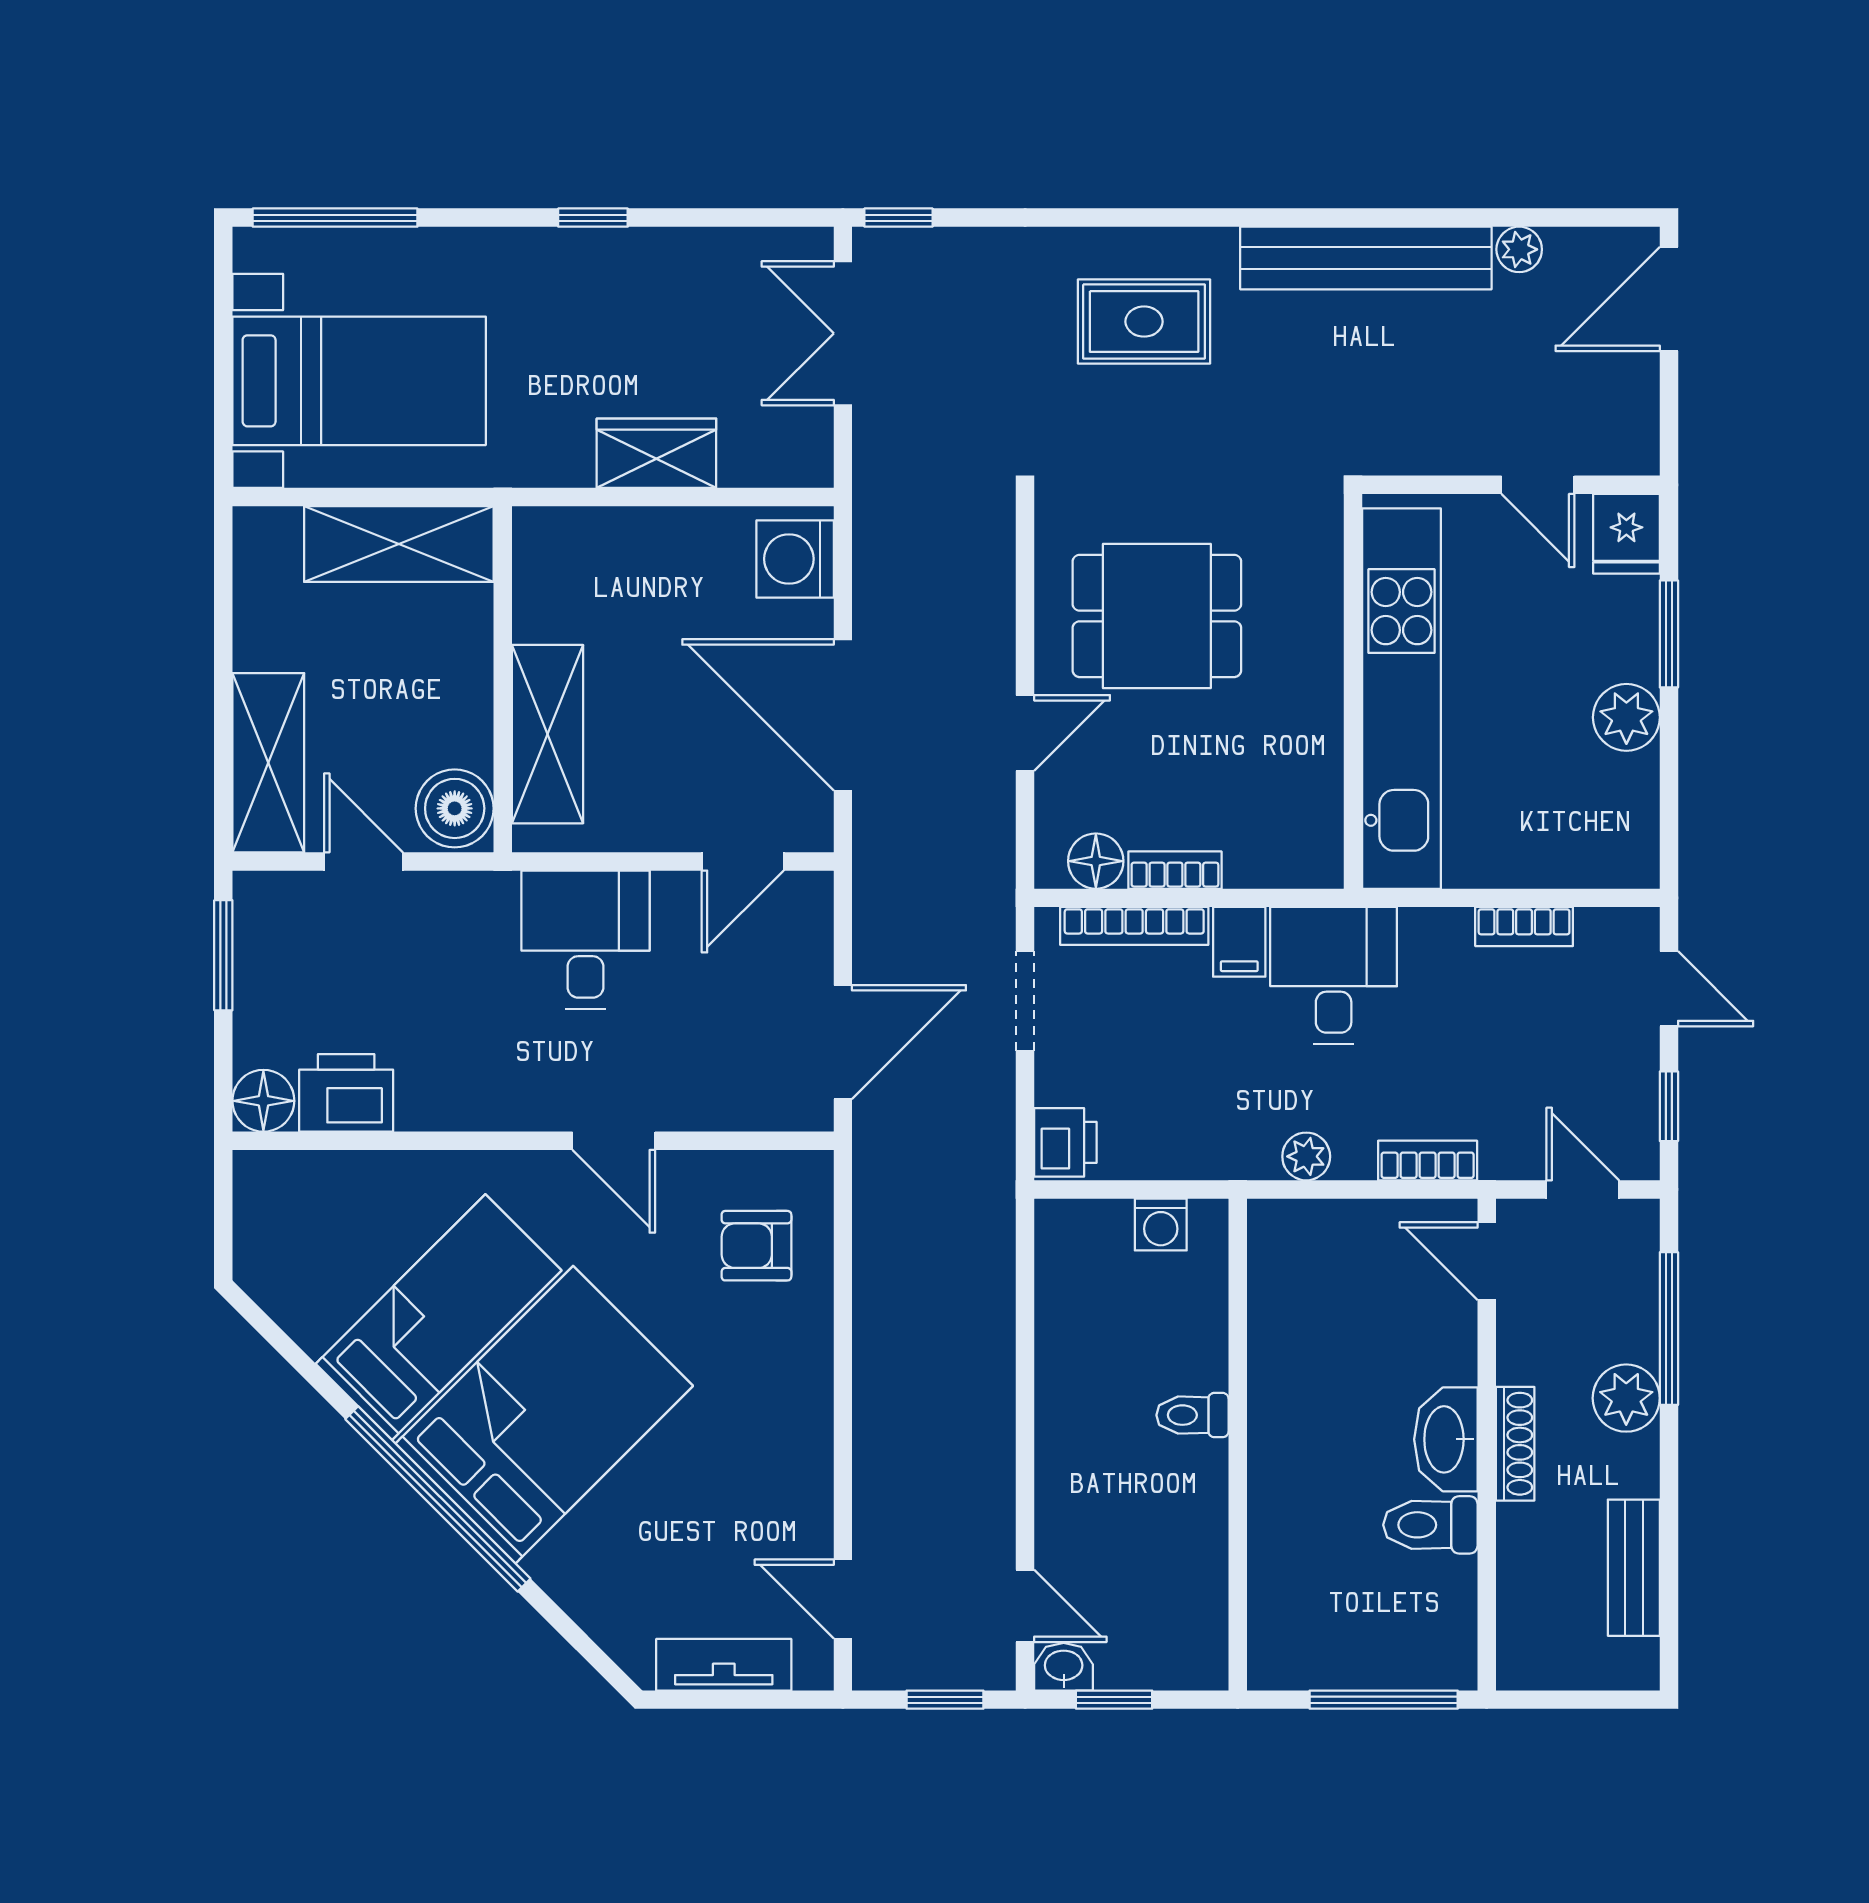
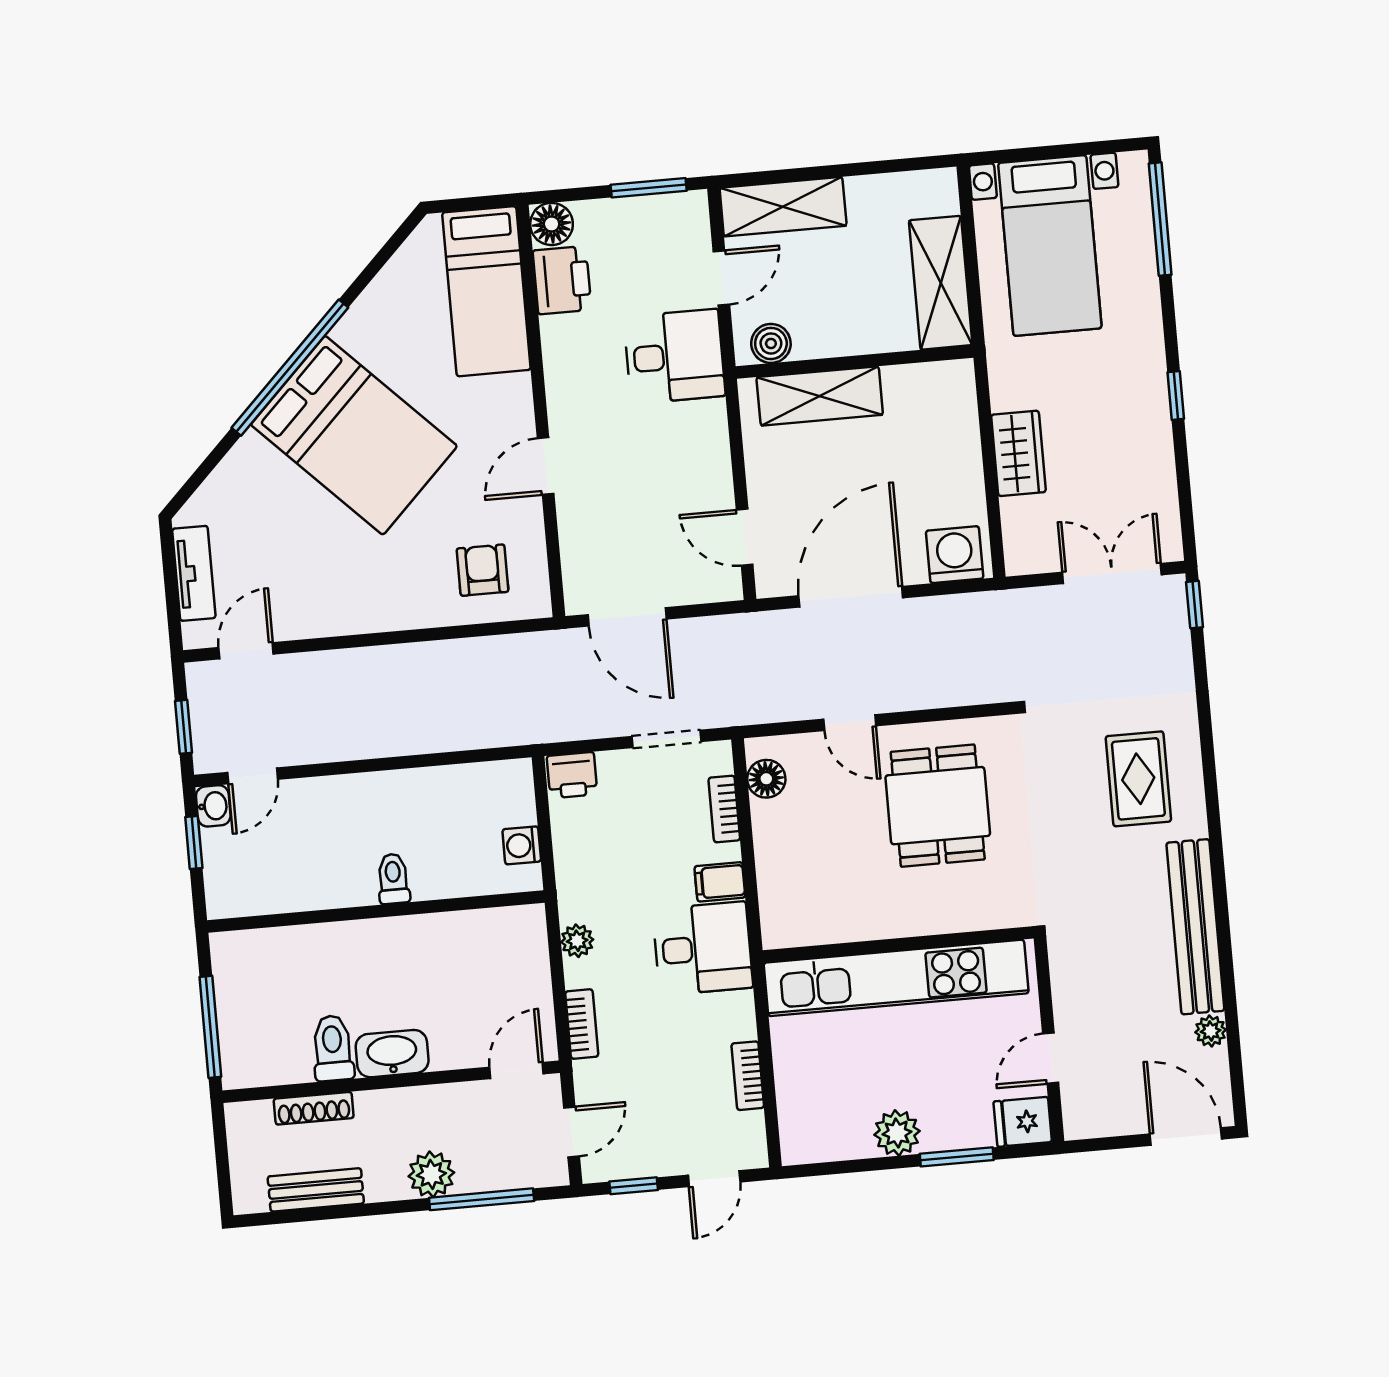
boiler: (455, 808) -> (771, 343), width x0.73, depth x0.73
bookcase: (1175, 870) -> (765, 833), removed
bookcase: (1134, 926) -> (724, 809), width x0.64
desk: (585, 940) -> (674, 356), moved
bed: (439, 1317) -> (486, 291), moved, turned 45
shoe rack: (1515, 1444) -> (314, 1108), moved

